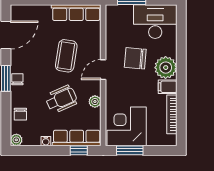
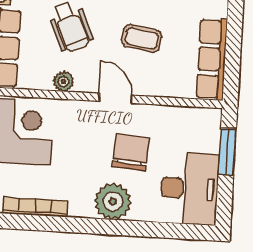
coffee table: (66, 56) -> (142, 38), width x0.73, depth x0.77
filing cabinet: (168, 87) -> (81, 203), removed

